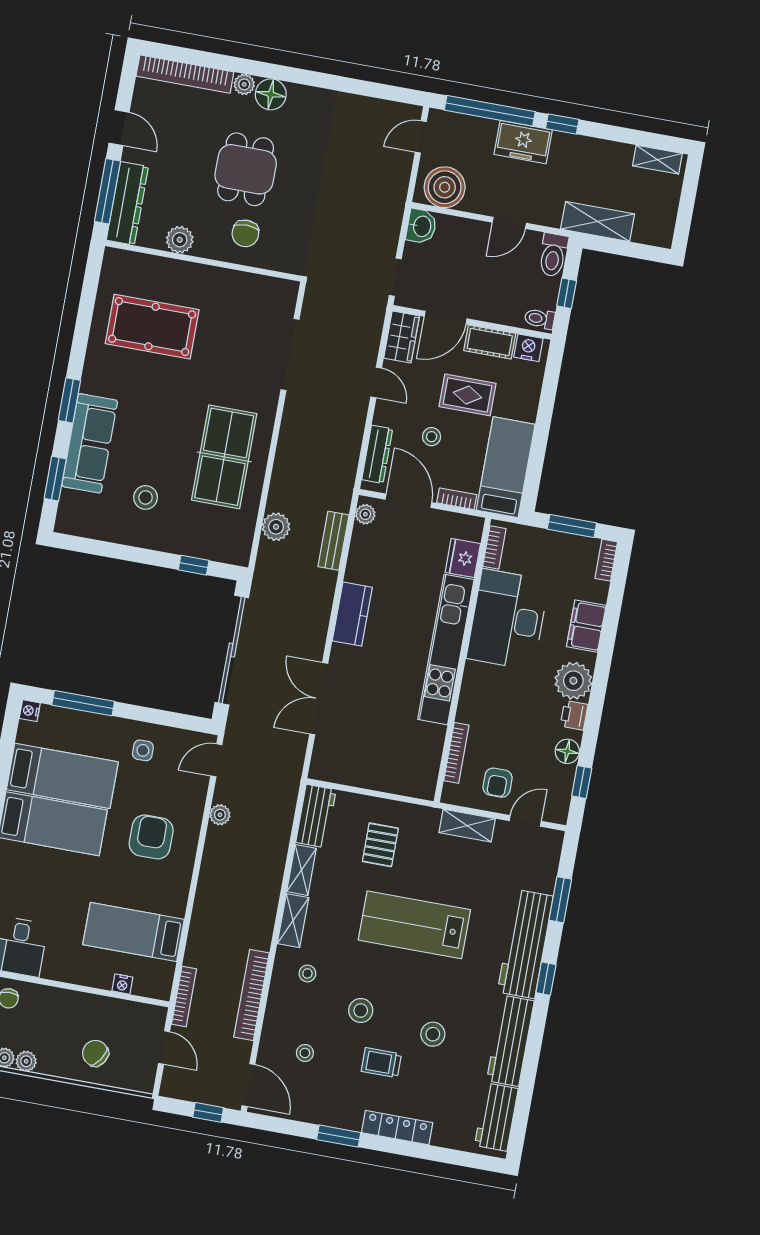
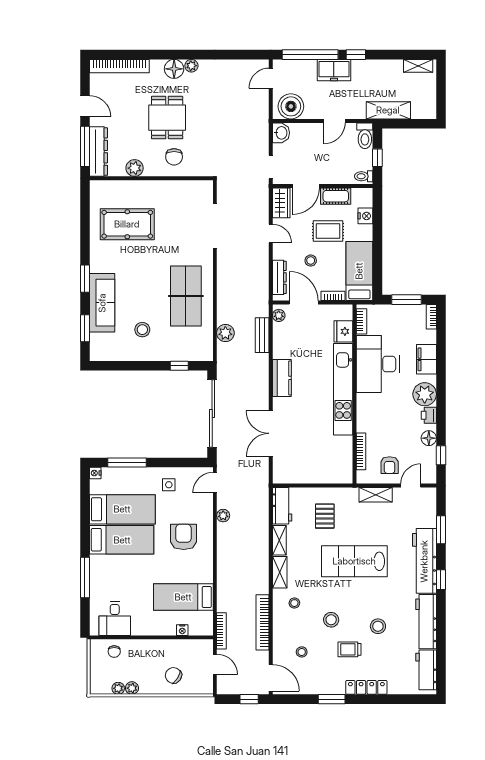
plant: (244, 84) -> (191, 66), moved
nightstand: (528, 348) -> (365, 216), moved, turned 90

